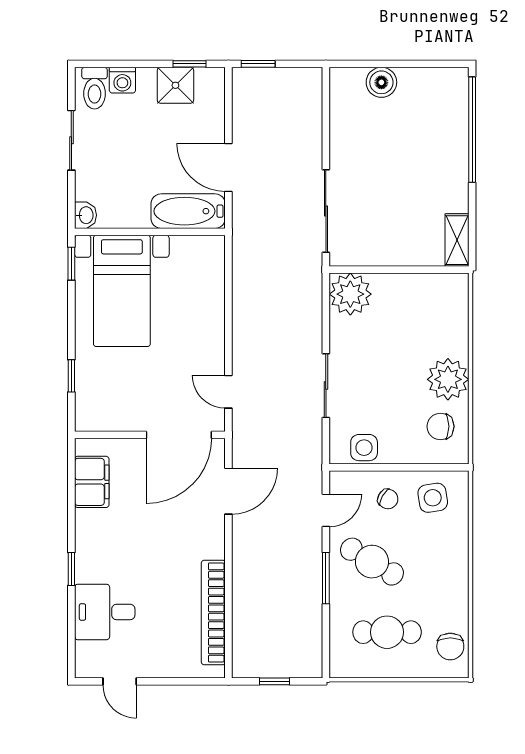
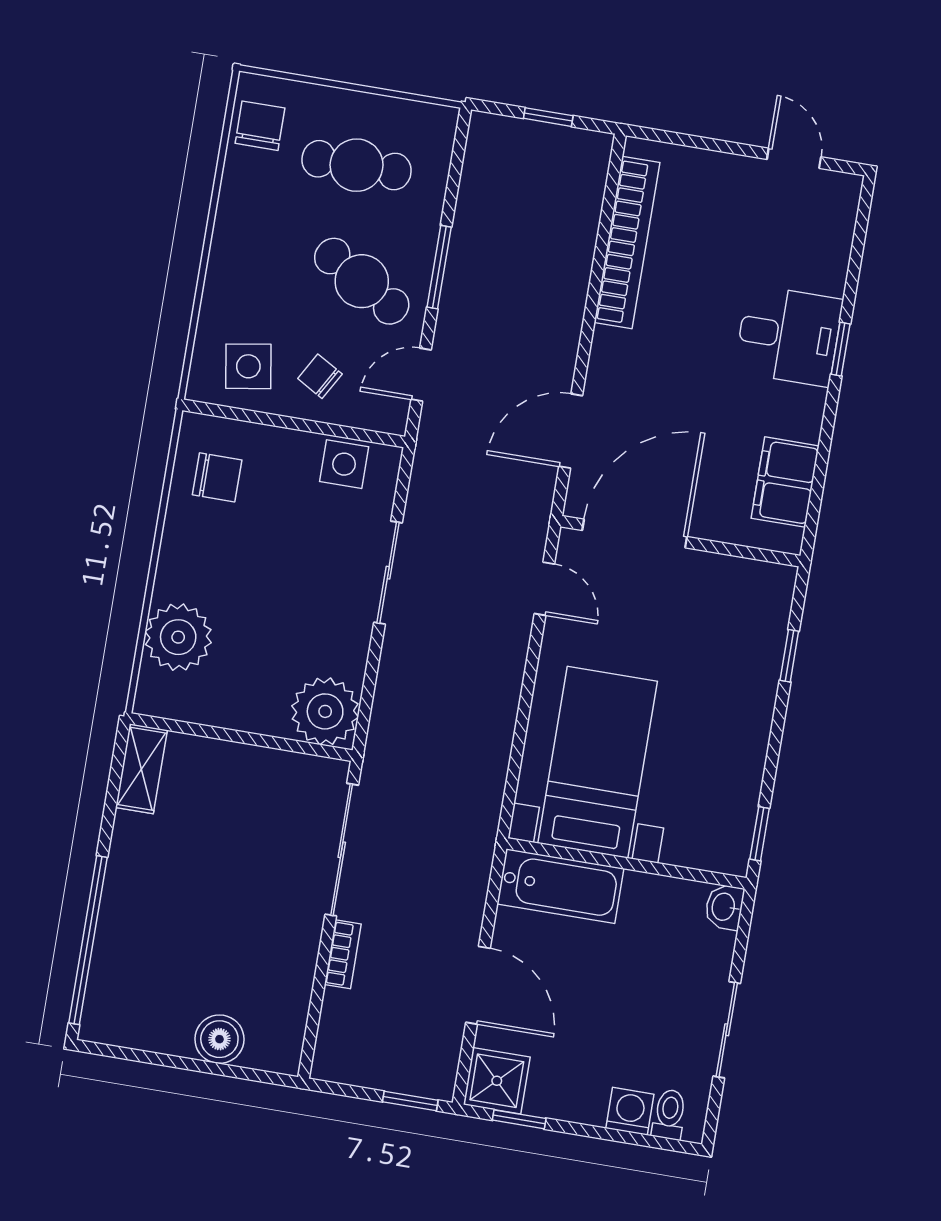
shower: (175, 85) -> (497, 1081), moved
toilet: (95, 88) -> (669, 1114), width x0.73, depth x0.72
bookcase: (315, 147) -> (343, 954), added
door: (228, 167) -> (478, 985), moved
bed with nightstands: (122, 291) -> (598, 762), moved
plant: (448, 379) -> (178, 637), moved
desk: (105, 612) -> (789, 336), moved

